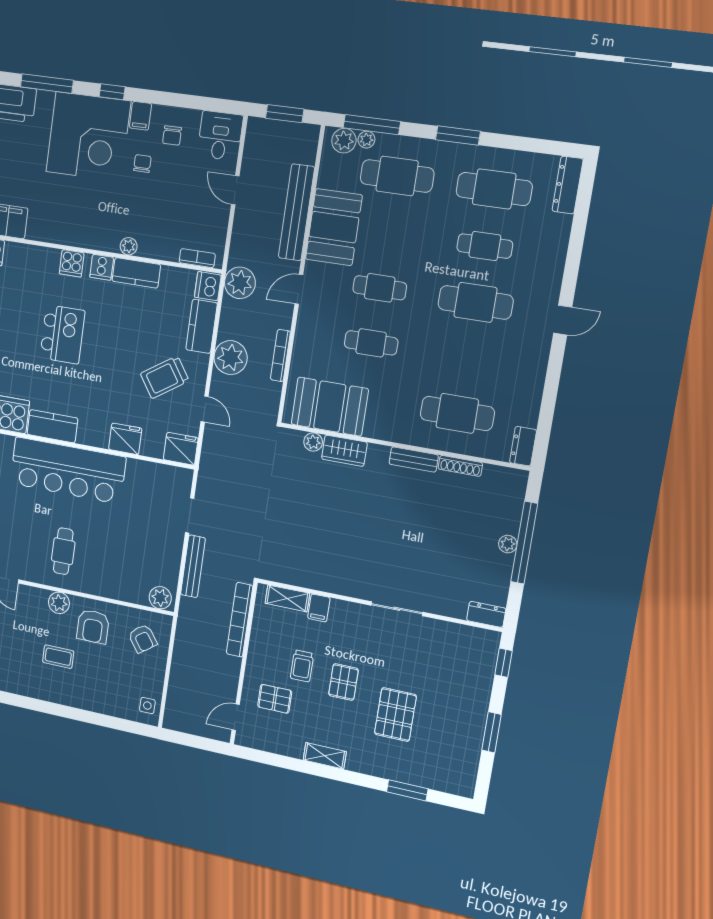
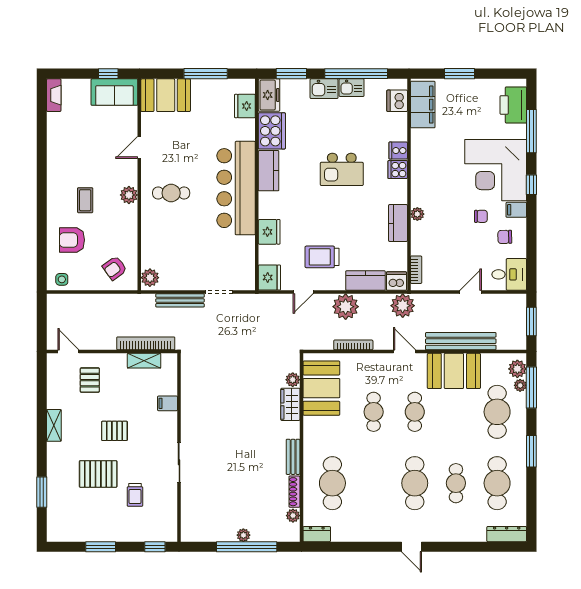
cooker: (102, 267) -> (398, 151), moved
trolley: (165, 377) -> (322, 257), turned -56
plant: (492, 474) -> (293, 516), added
shelving: (287, 598) -> (144, 361), moved, turned 90
dresser: (486, 614) -> (188, 528), removed
armchair: (93, 627) -> (72, 240), moved
trolley: (302, 666) -> (135, 495), moved, turned -90

